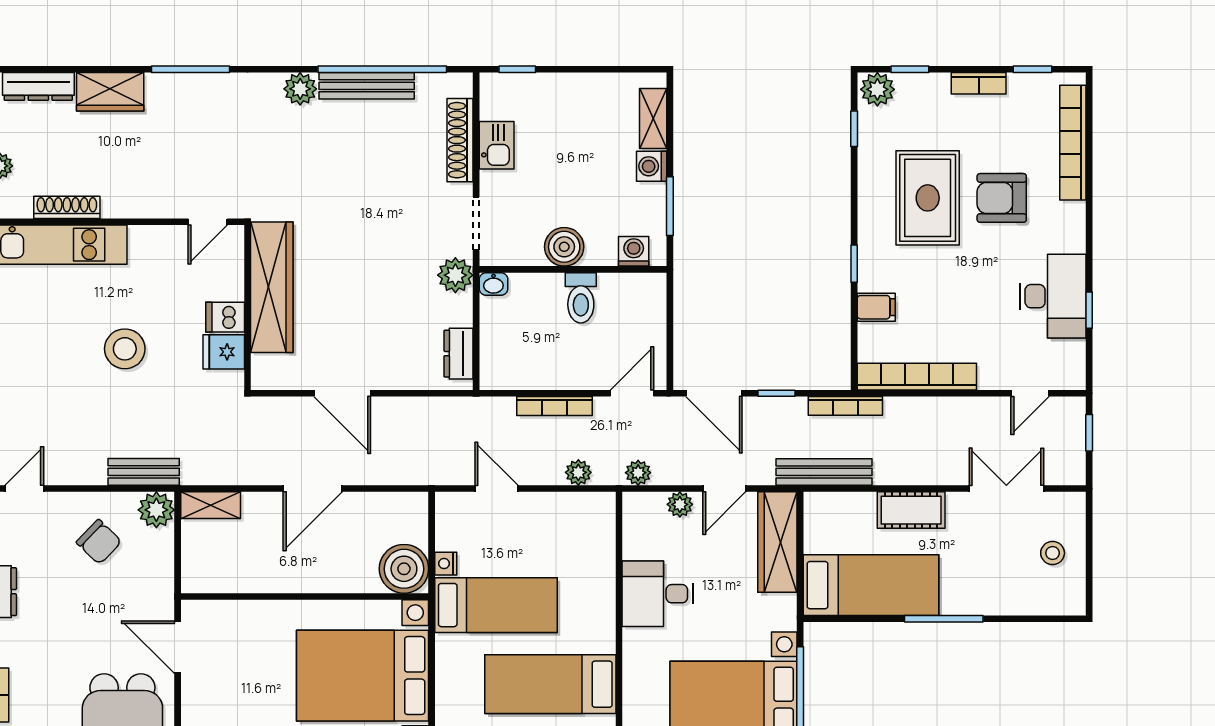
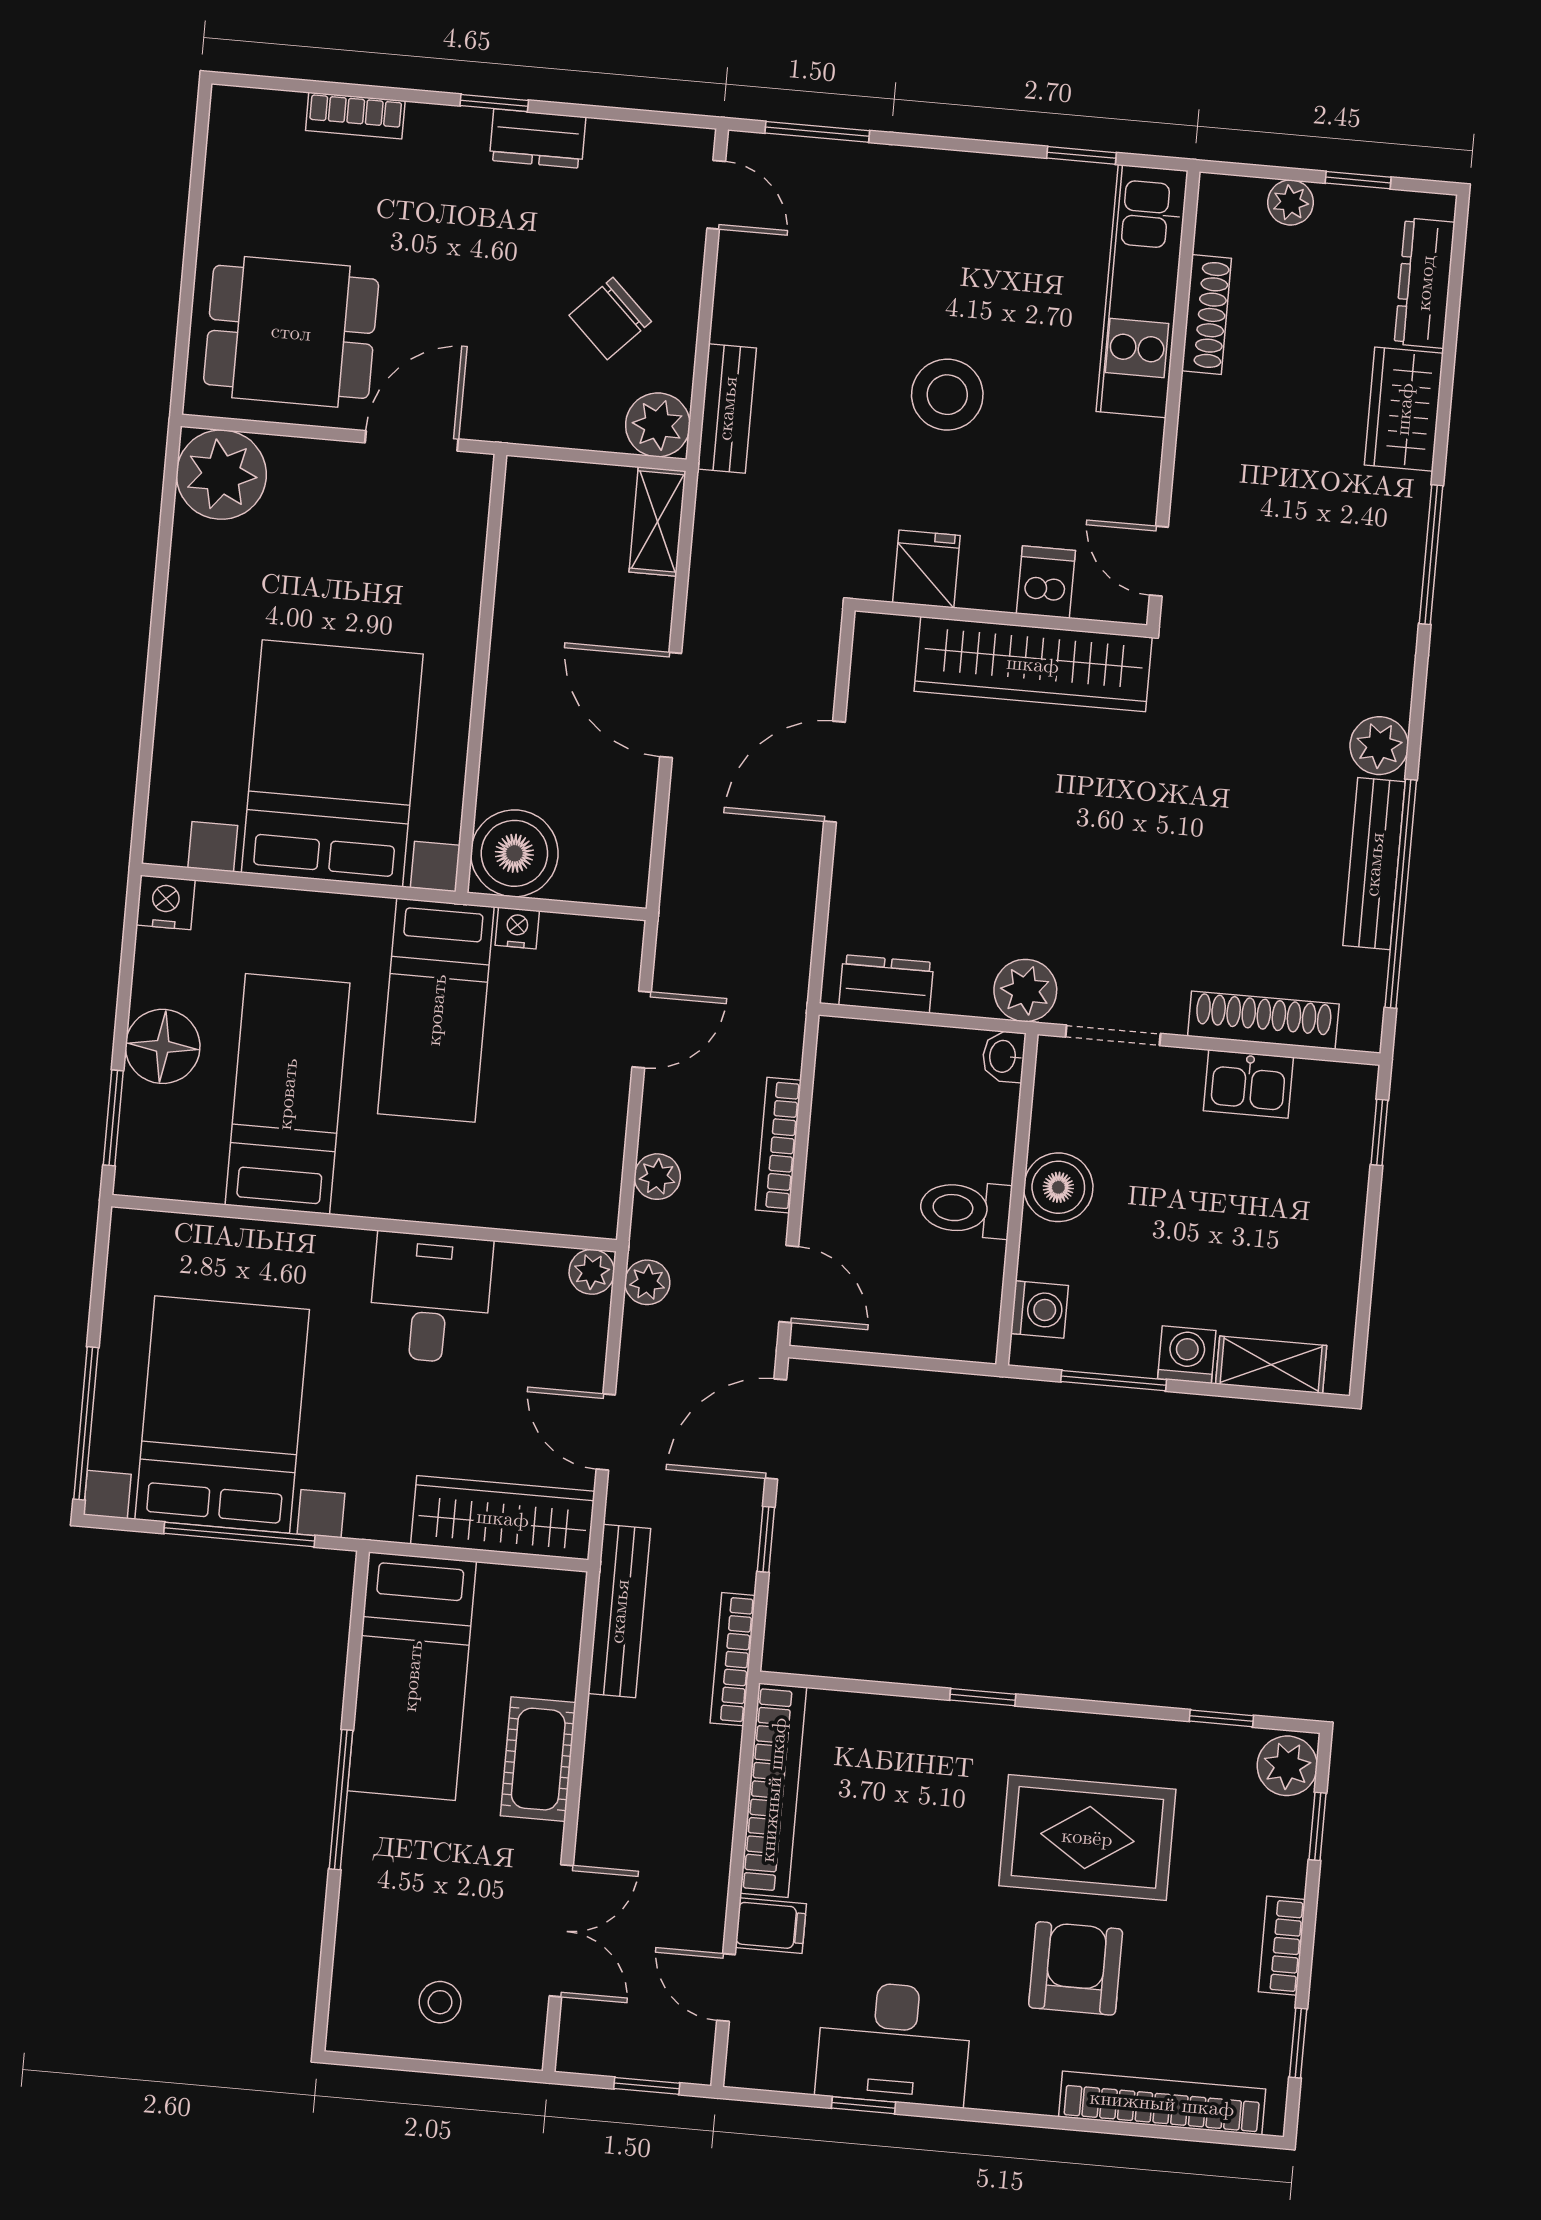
filing cabinet: (876, 307) -> (771, 1926), moved, turned -90
dishwasher: (225, 317) -> (1046, 582), moved
plant: (680, 504) -> (592, 1272), moved

